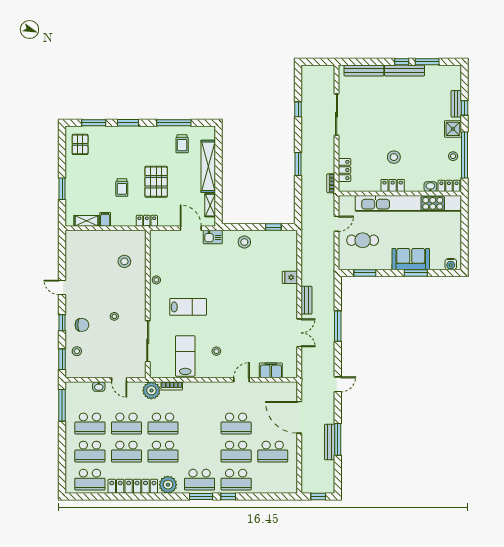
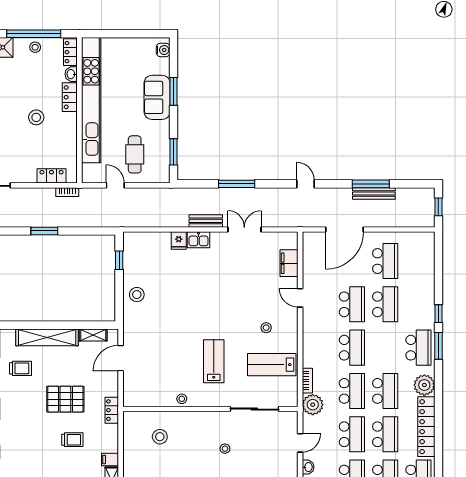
locker: (393, 185) -> (70, 97), moved
kitchen sink: (213, 237) -> (198, 240), moved, turned 90
school desk: (236, 480) -> (352, 348), moved

